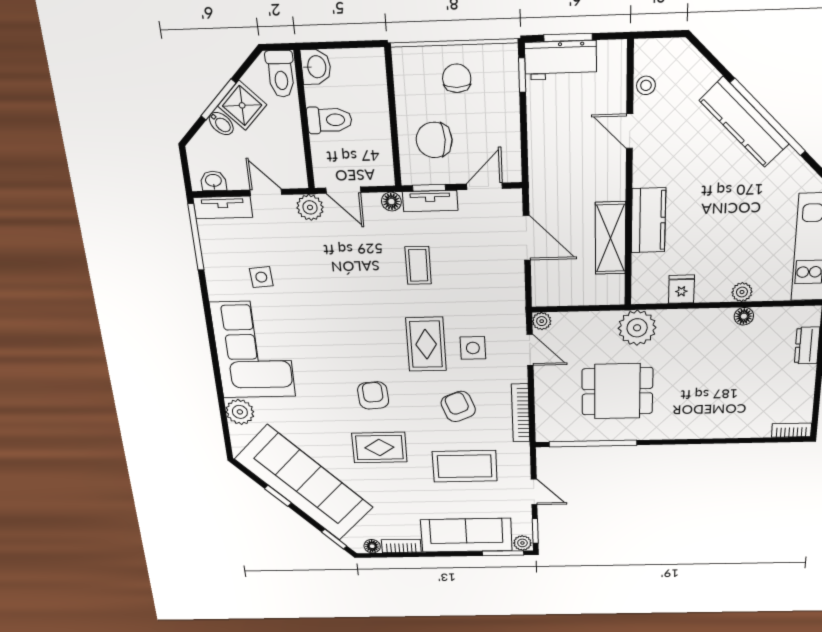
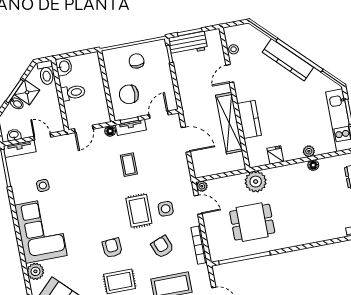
door: (630, 131) -> (230, 74), hinge flipped
door: (343, 190) -> (84, 129), hinge flipped
plant: (310, 207) -> (67, 141), removed
shelving: (610, 238) -> (229, 123), width x1.47

